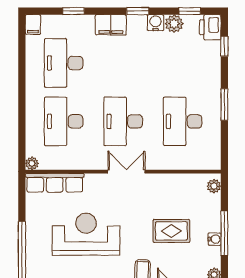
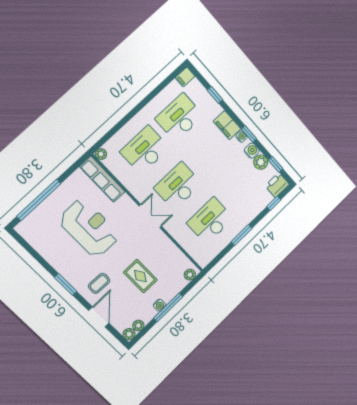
water cooler: (134, 21) -> (241, 137), added

